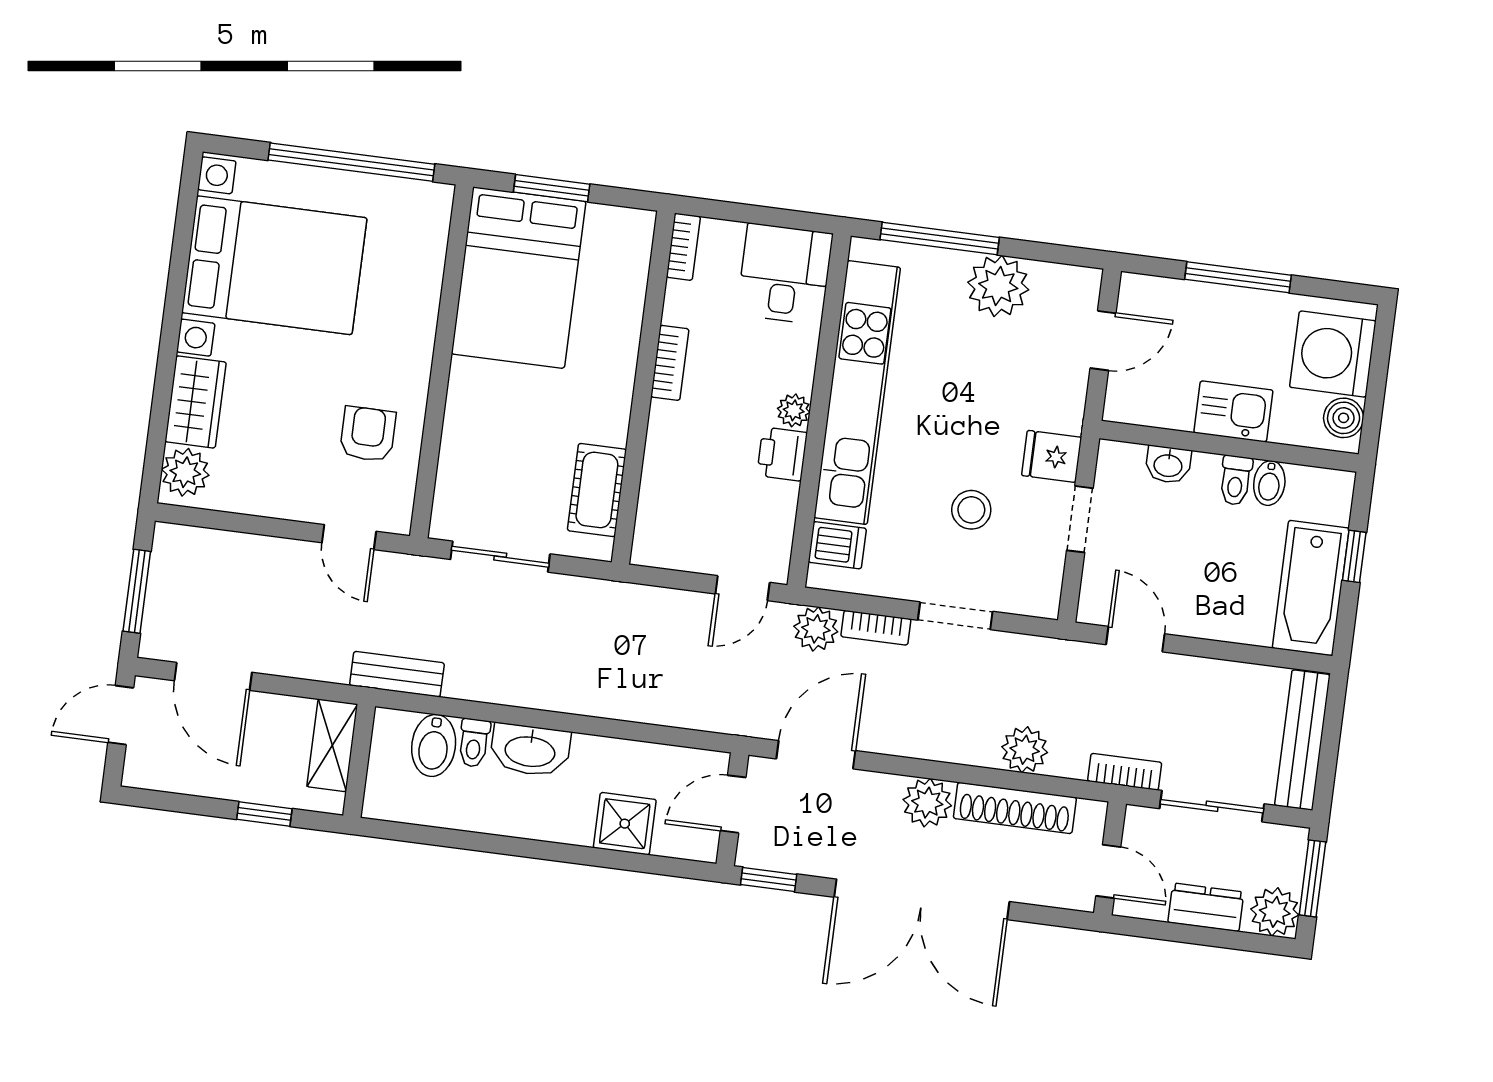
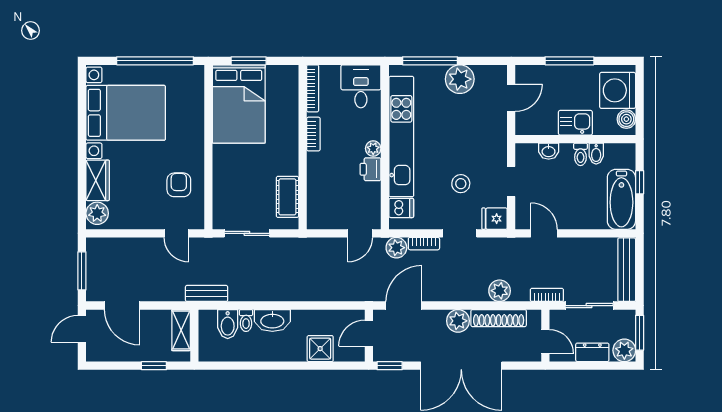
bookcase: (683, 247) -> (313, 88), width x1.56
fridge: (1052, 456) -> (494, 219), moved

